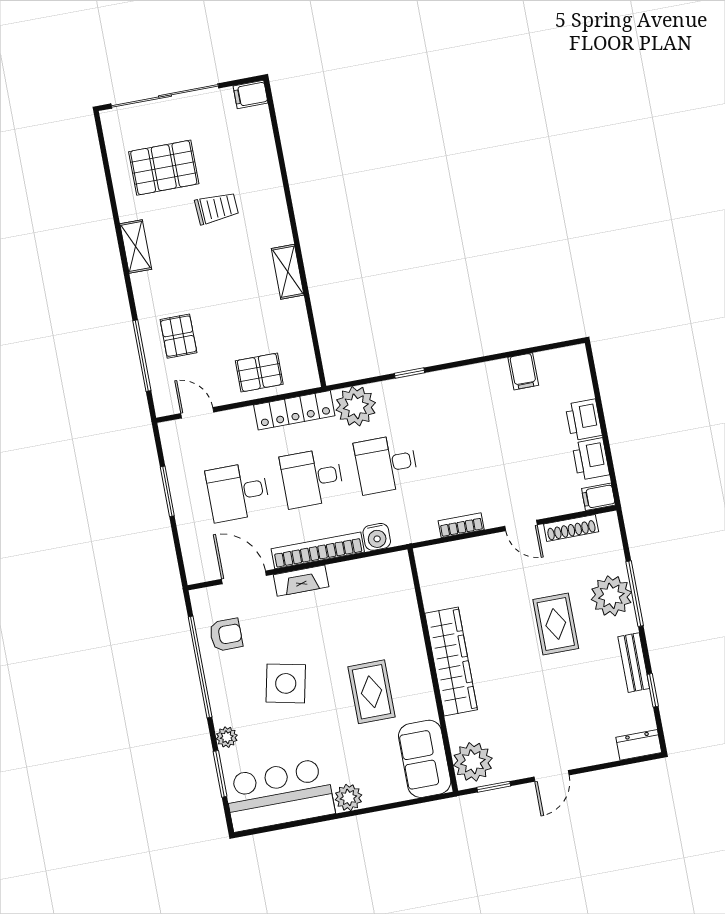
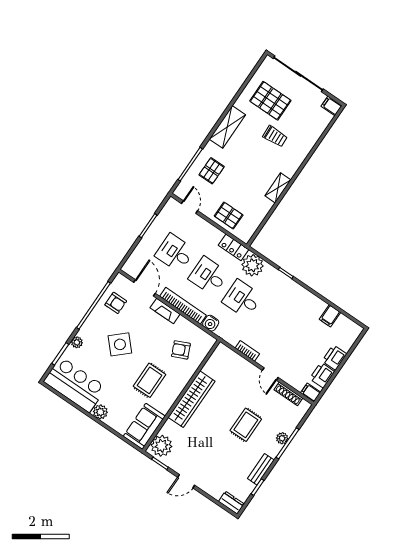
shelving: (136, 246) -> (227, 127), width x1.50, depth x1.33
locker: (294, 410) -> (234, 247), width x0.66
plant: (611, 596) -> (282, 438), width x0.53, depth x0.53
armchair: (373, 611) -> (181, 350), added
side table: (286, 683) -> (120, 344), turned 35

